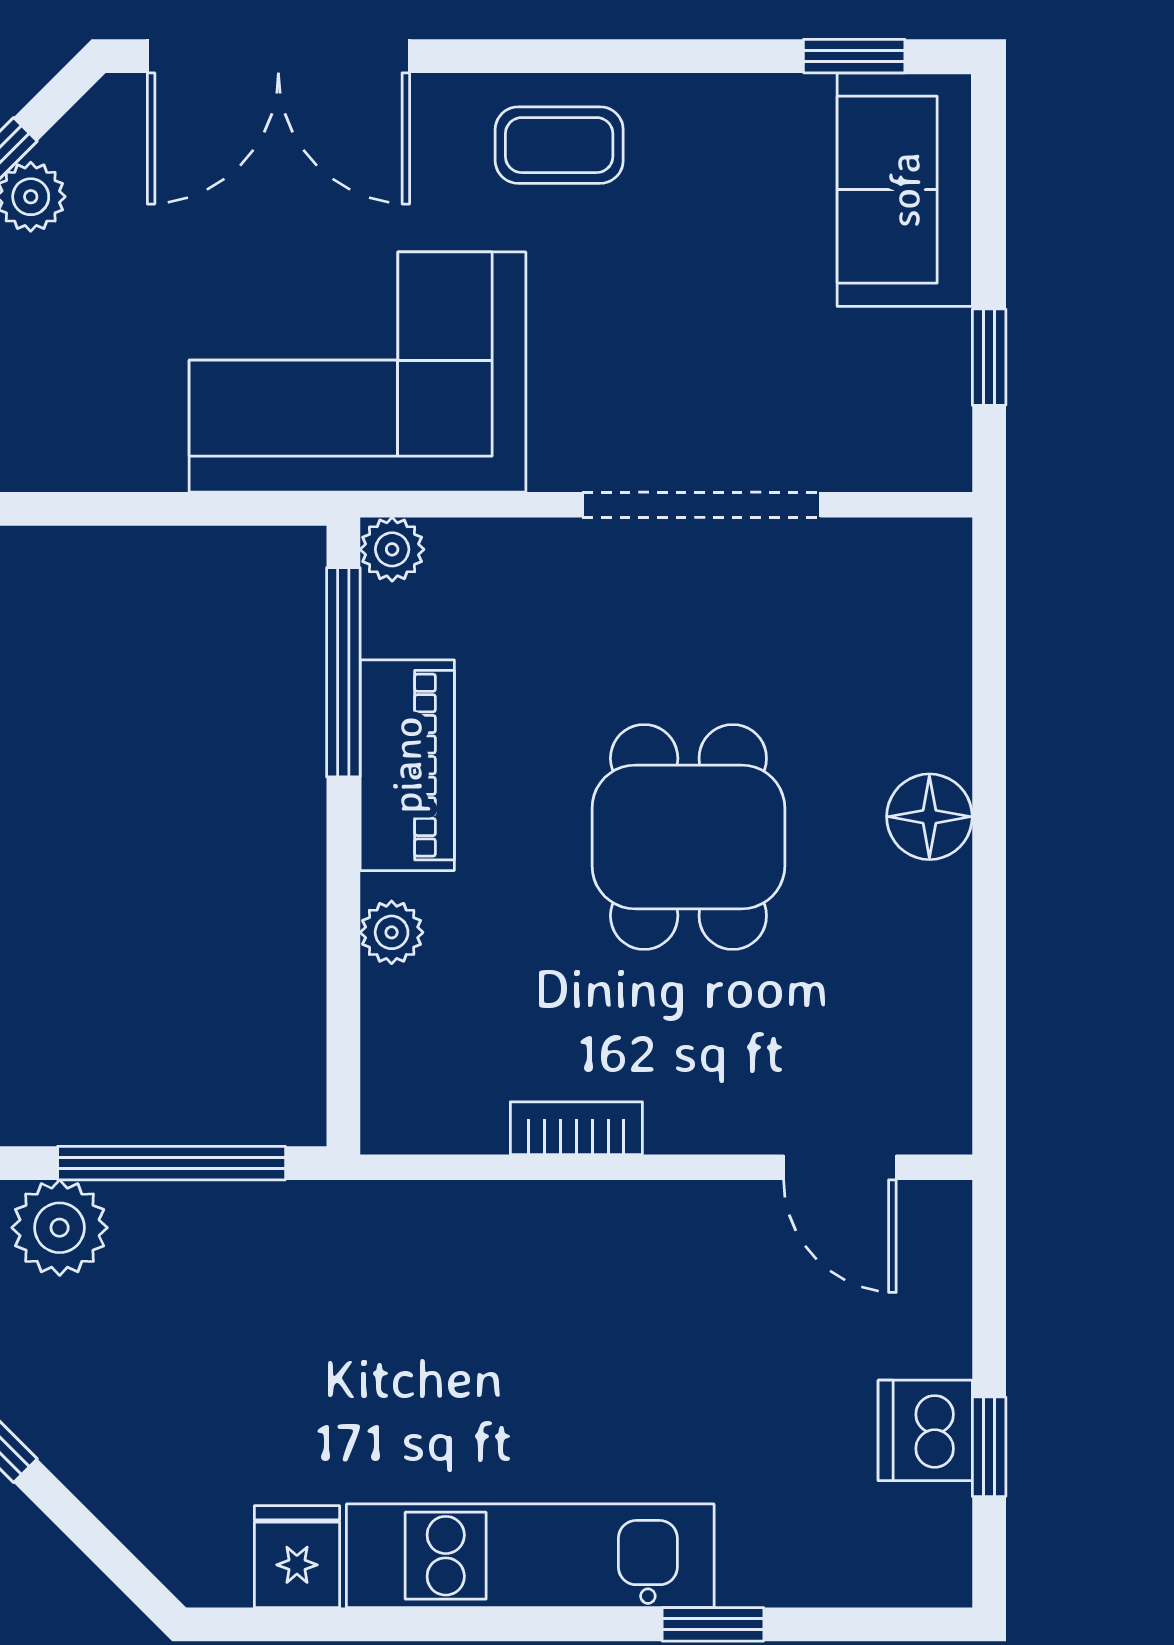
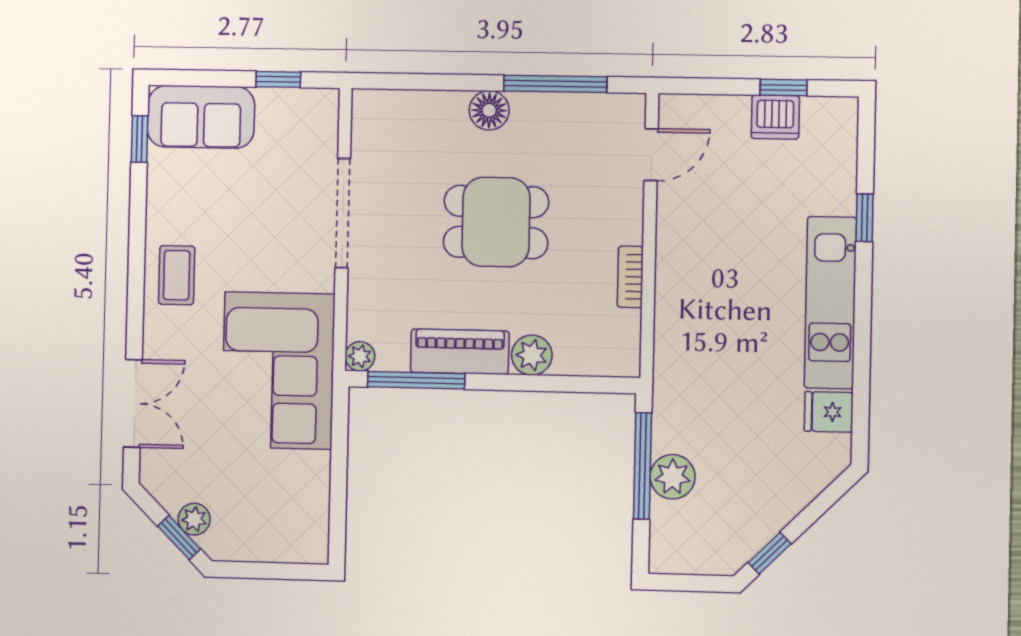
double door: (278, 56) -> (133, 403), width x0.73
plant: (392, 932) -> (532, 355), width x1.38, depth x1.38
window: (989, 958) -> (555, 84), added
plant: (60, 1228) -> (673, 477), moved

